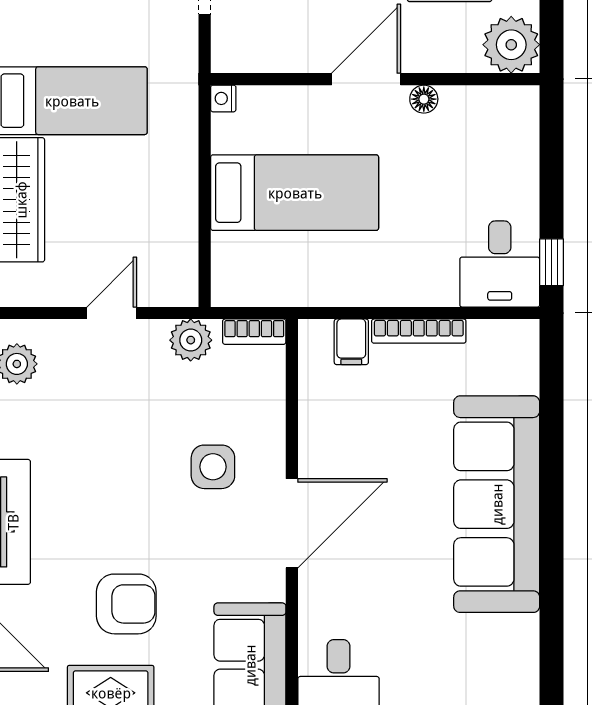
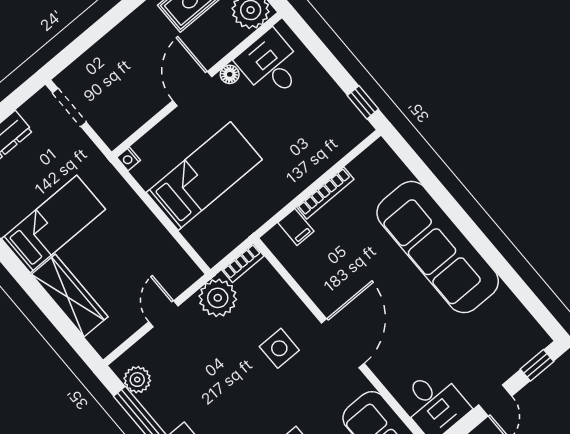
desk: (500, 264) -> (271, 65), moved, turned 180
plant: (191, 340) -> (218, 298), width x1.36, depth x1.36

